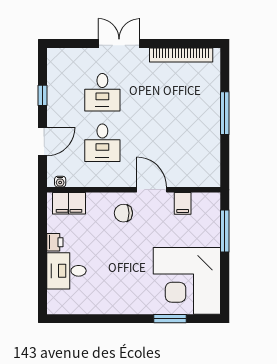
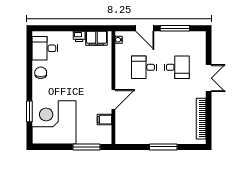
desk: (102, 92) -> (177, 67), turned 180
window: (42, 95) -> (175, 28), width x2.17
filing cabinet: (69, 203) -> (96, 38), moved, turned -90
chair: (123, 213) -> (41, 73), moved
desk: (66, 271) -> (45, 48), moved, turned -90

